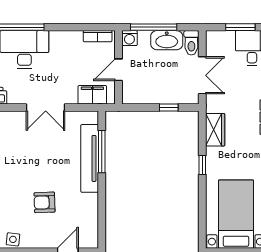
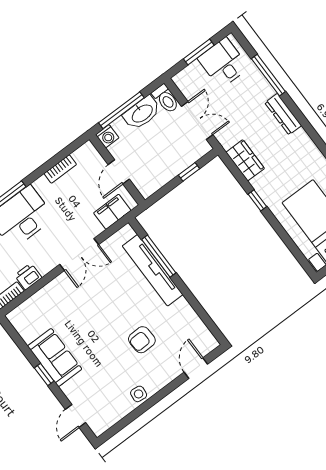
bookcase: (98, 36) -> (60, 169), moved

